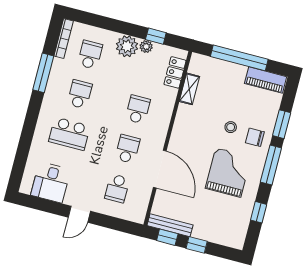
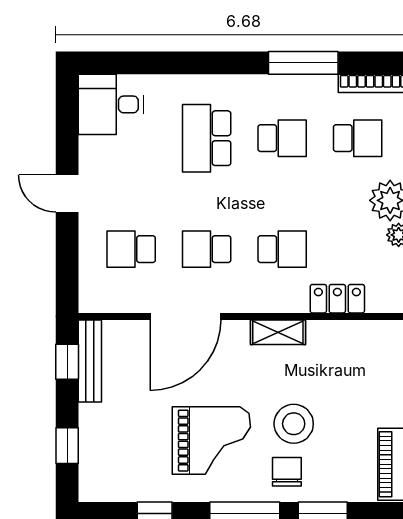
locker: (175, 72) -> (337, 299), moved
shelving: (189, 89) -> (278, 332), moved
stool: (231, 127) -> (294, 424), width x1.89, depth x1.89
school desk: (127, 149) -> (207, 249), turned 180
desk: (51, 182) -> (111, 104), moved
window: (197, 245) -> (67, 446), moved

